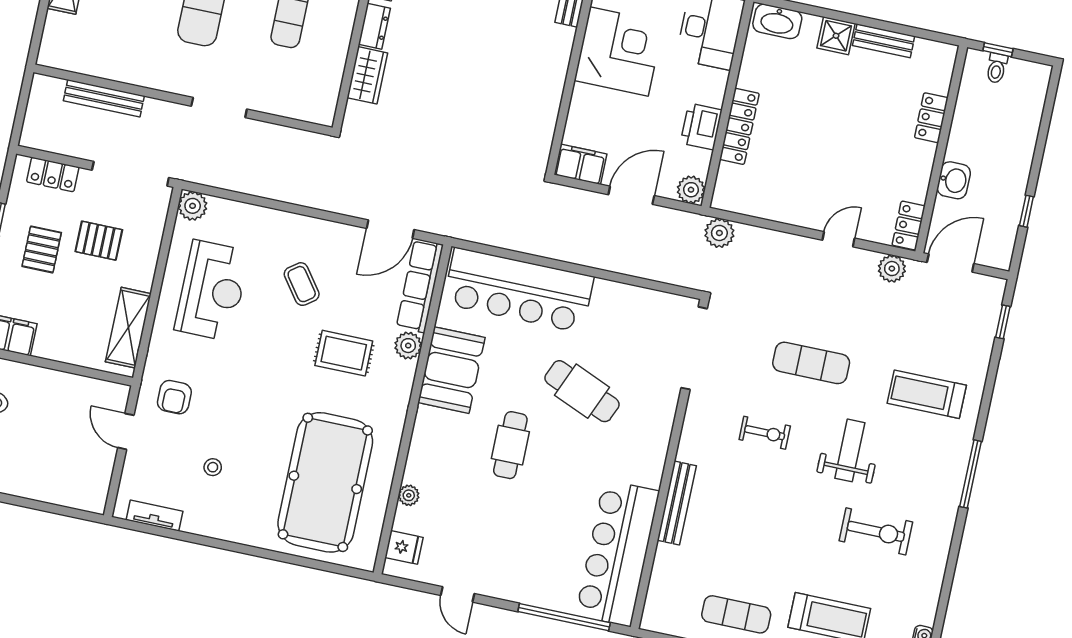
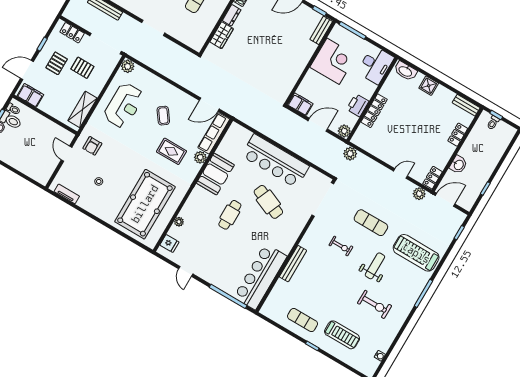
bench: (884, 41) -> (466, 105), moved
bar counter: (519, 290) -> (275, 161), moved
treadmill: (927, 394) -> (416, 253), width x1.37, depth x1.38

